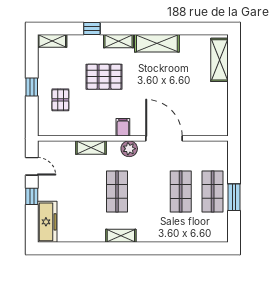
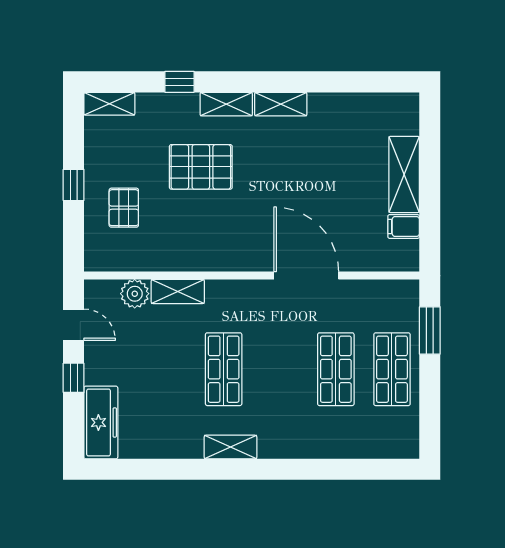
shelving: (157, 43) -> (281, 104), width x0.67, depth x0.75
shelving: (219, 60) -> (404, 174), moved
filing cabinet: (123, 127) -> (404, 227), moved, turned -90
plant: (129, 149) -> (135, 294), moved
window: (234, 197) -> (430, 330), moved

